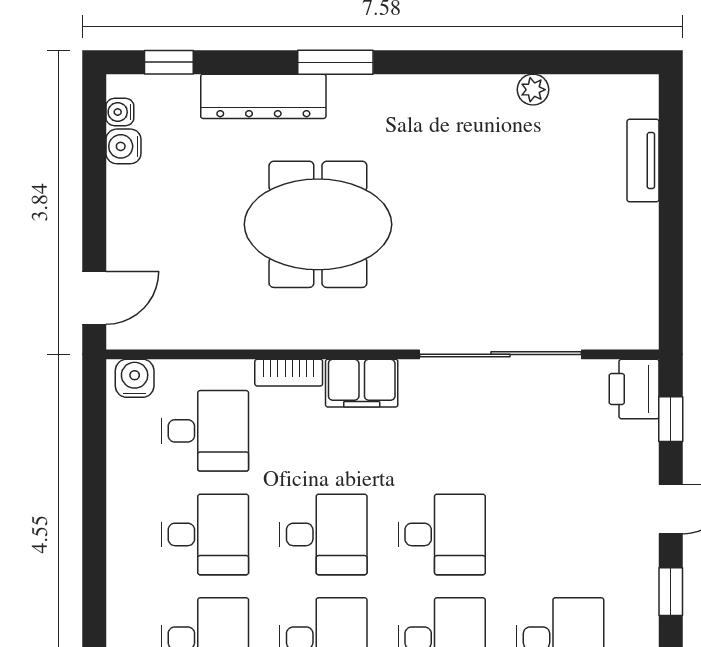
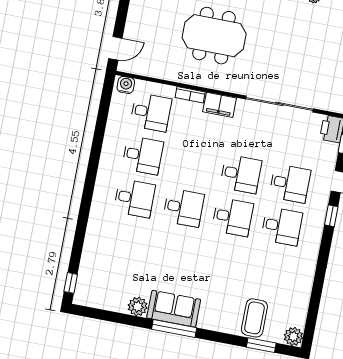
desk: (323, 534) -> (290, 183), moved

